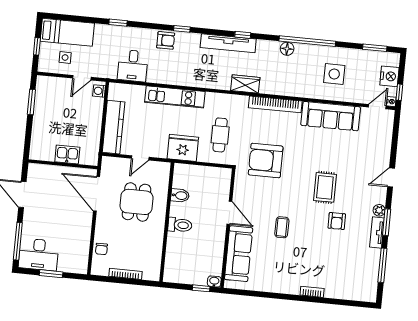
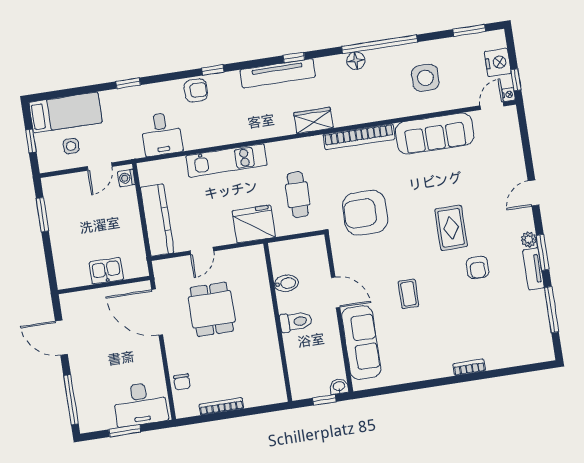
bidet: (180, 195) -> (286, 283), moved
wall: (167, 222) -> (278, 322), moved
toilet: (180, 225) -> (296, 322), moved
desk: (39, 254) -> (140, 404), moved

